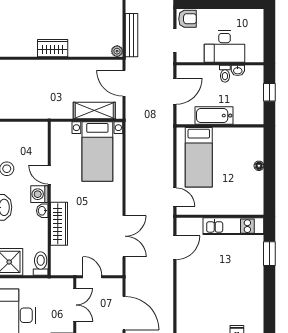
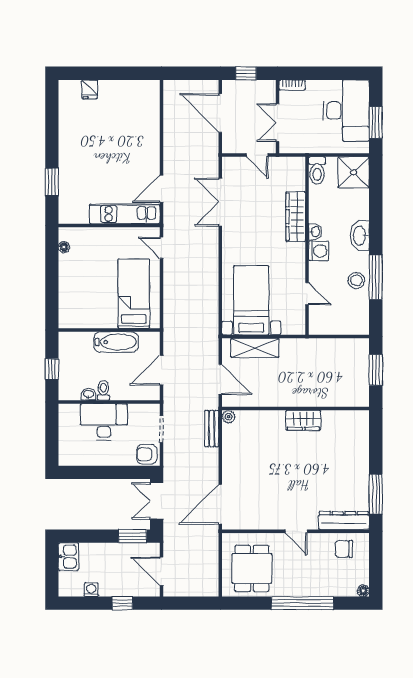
bench: (132, 35) -> (212, 429), width x0.73
floor lamp: (259, 166) -> (64, 247), moved
door: (49, 175) -> (307, 294), moved
kitchen unit: (233, 226) -> (125, 214), moved

